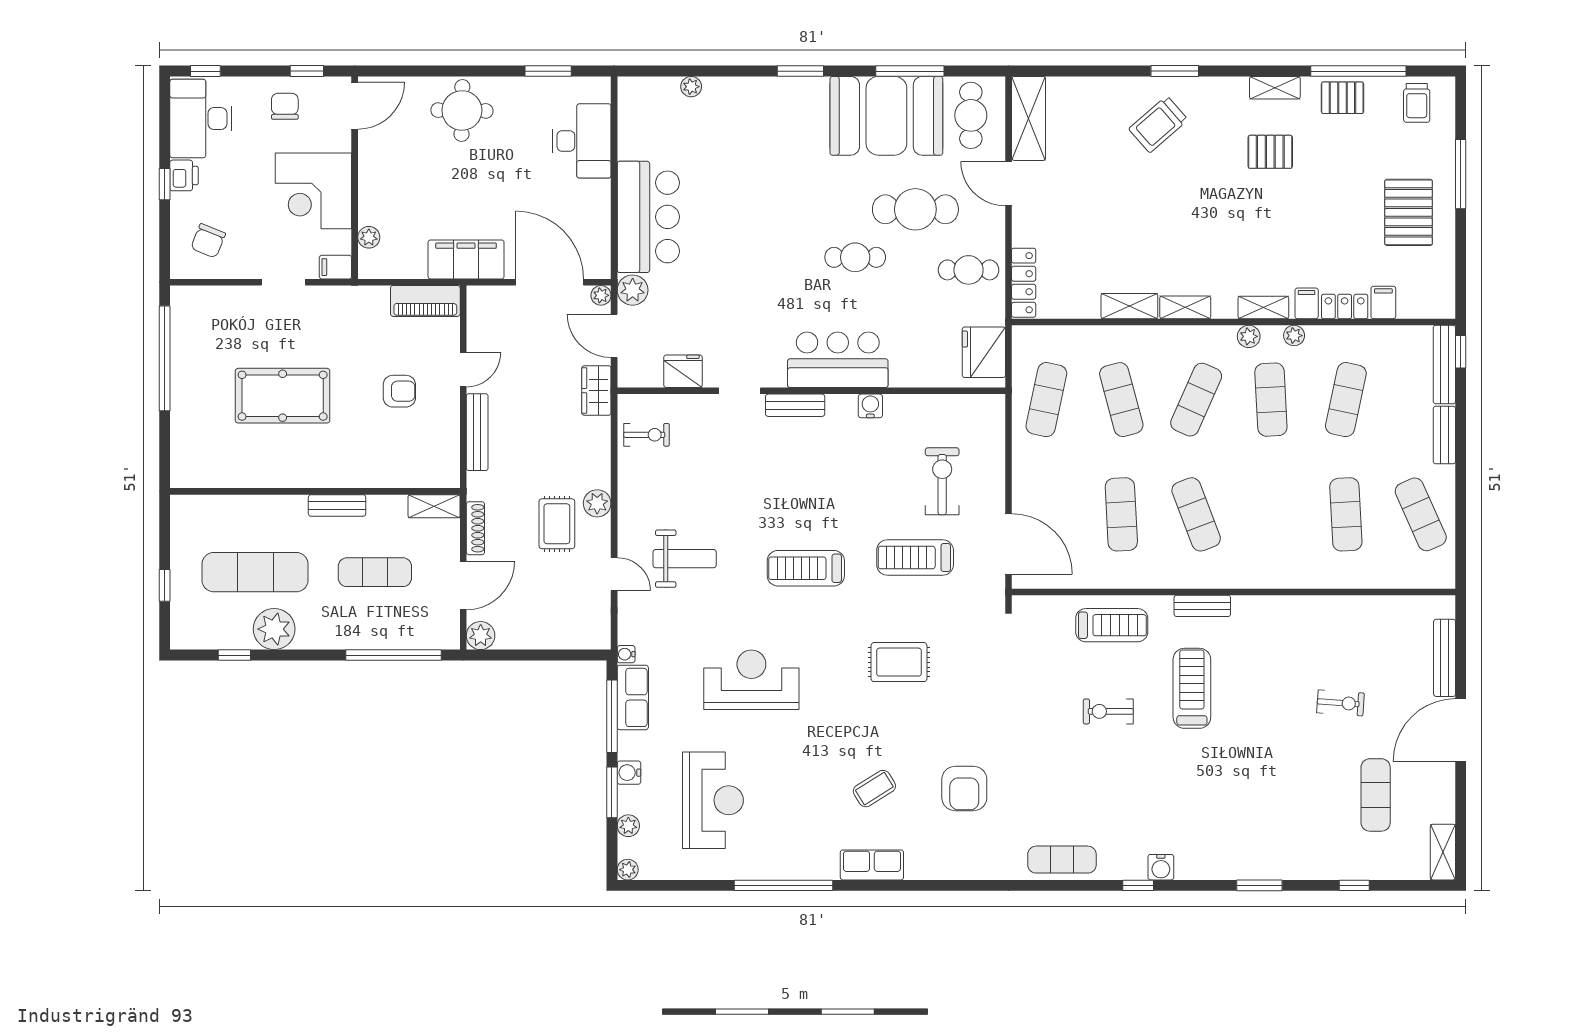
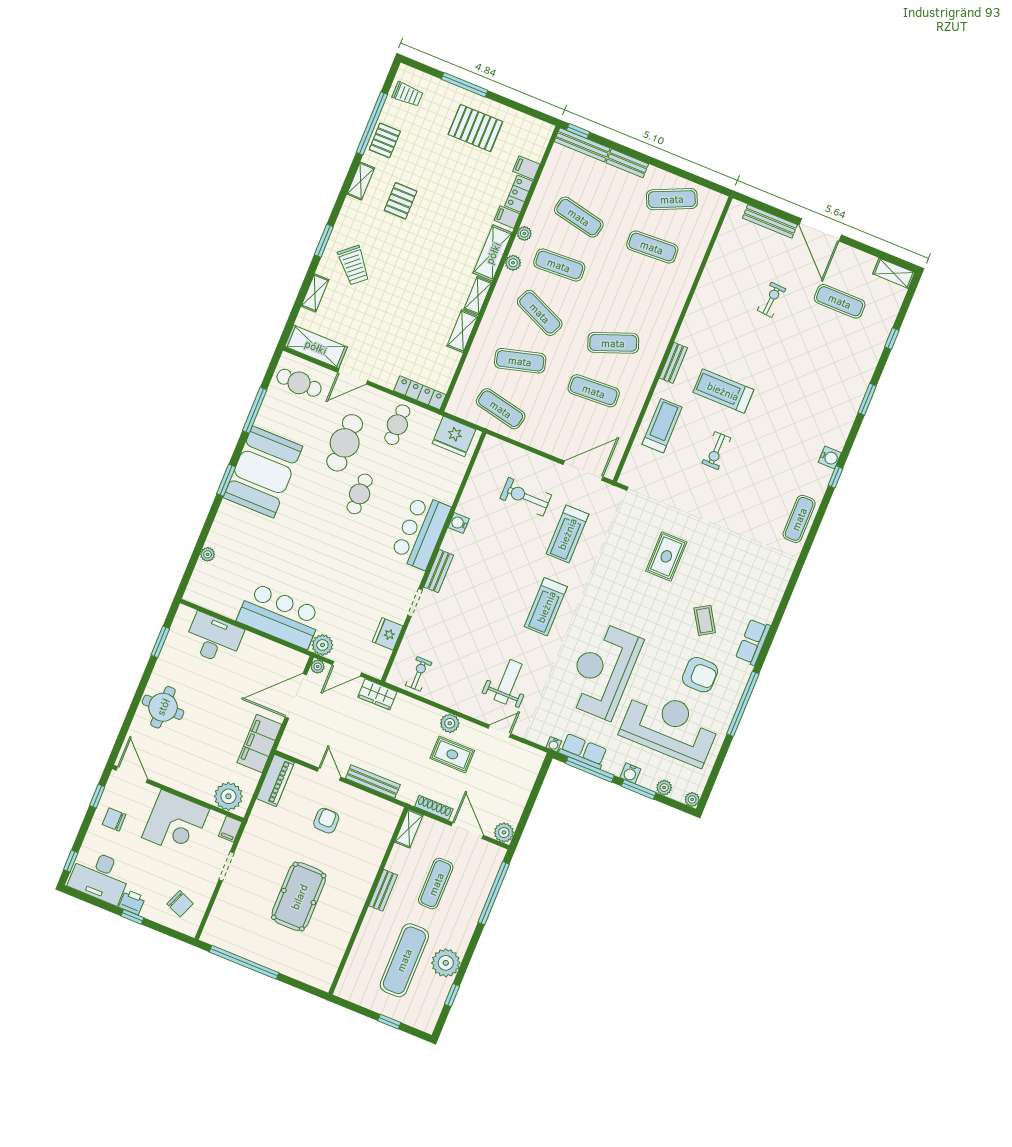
shelving: (1100, 88) -> (315, 293), added
booth: (886, 116) -> (263, 472), moved
plant: (369, 237) -> (228, 796), width x1.87, depth x1.87
shelving: (1263, 307) -> (493, 253), width x1.50, depth x1.33
rug: (899, 662) -> (666, 556), moved
reception desk: (751, 680) -> (603, 671), width x1.36, depth x1.30
armchair: (964, 789) -> (700, 675), moved
reception desk: (713, 800) -> (670, 727), width x1.36, depth x1.30

